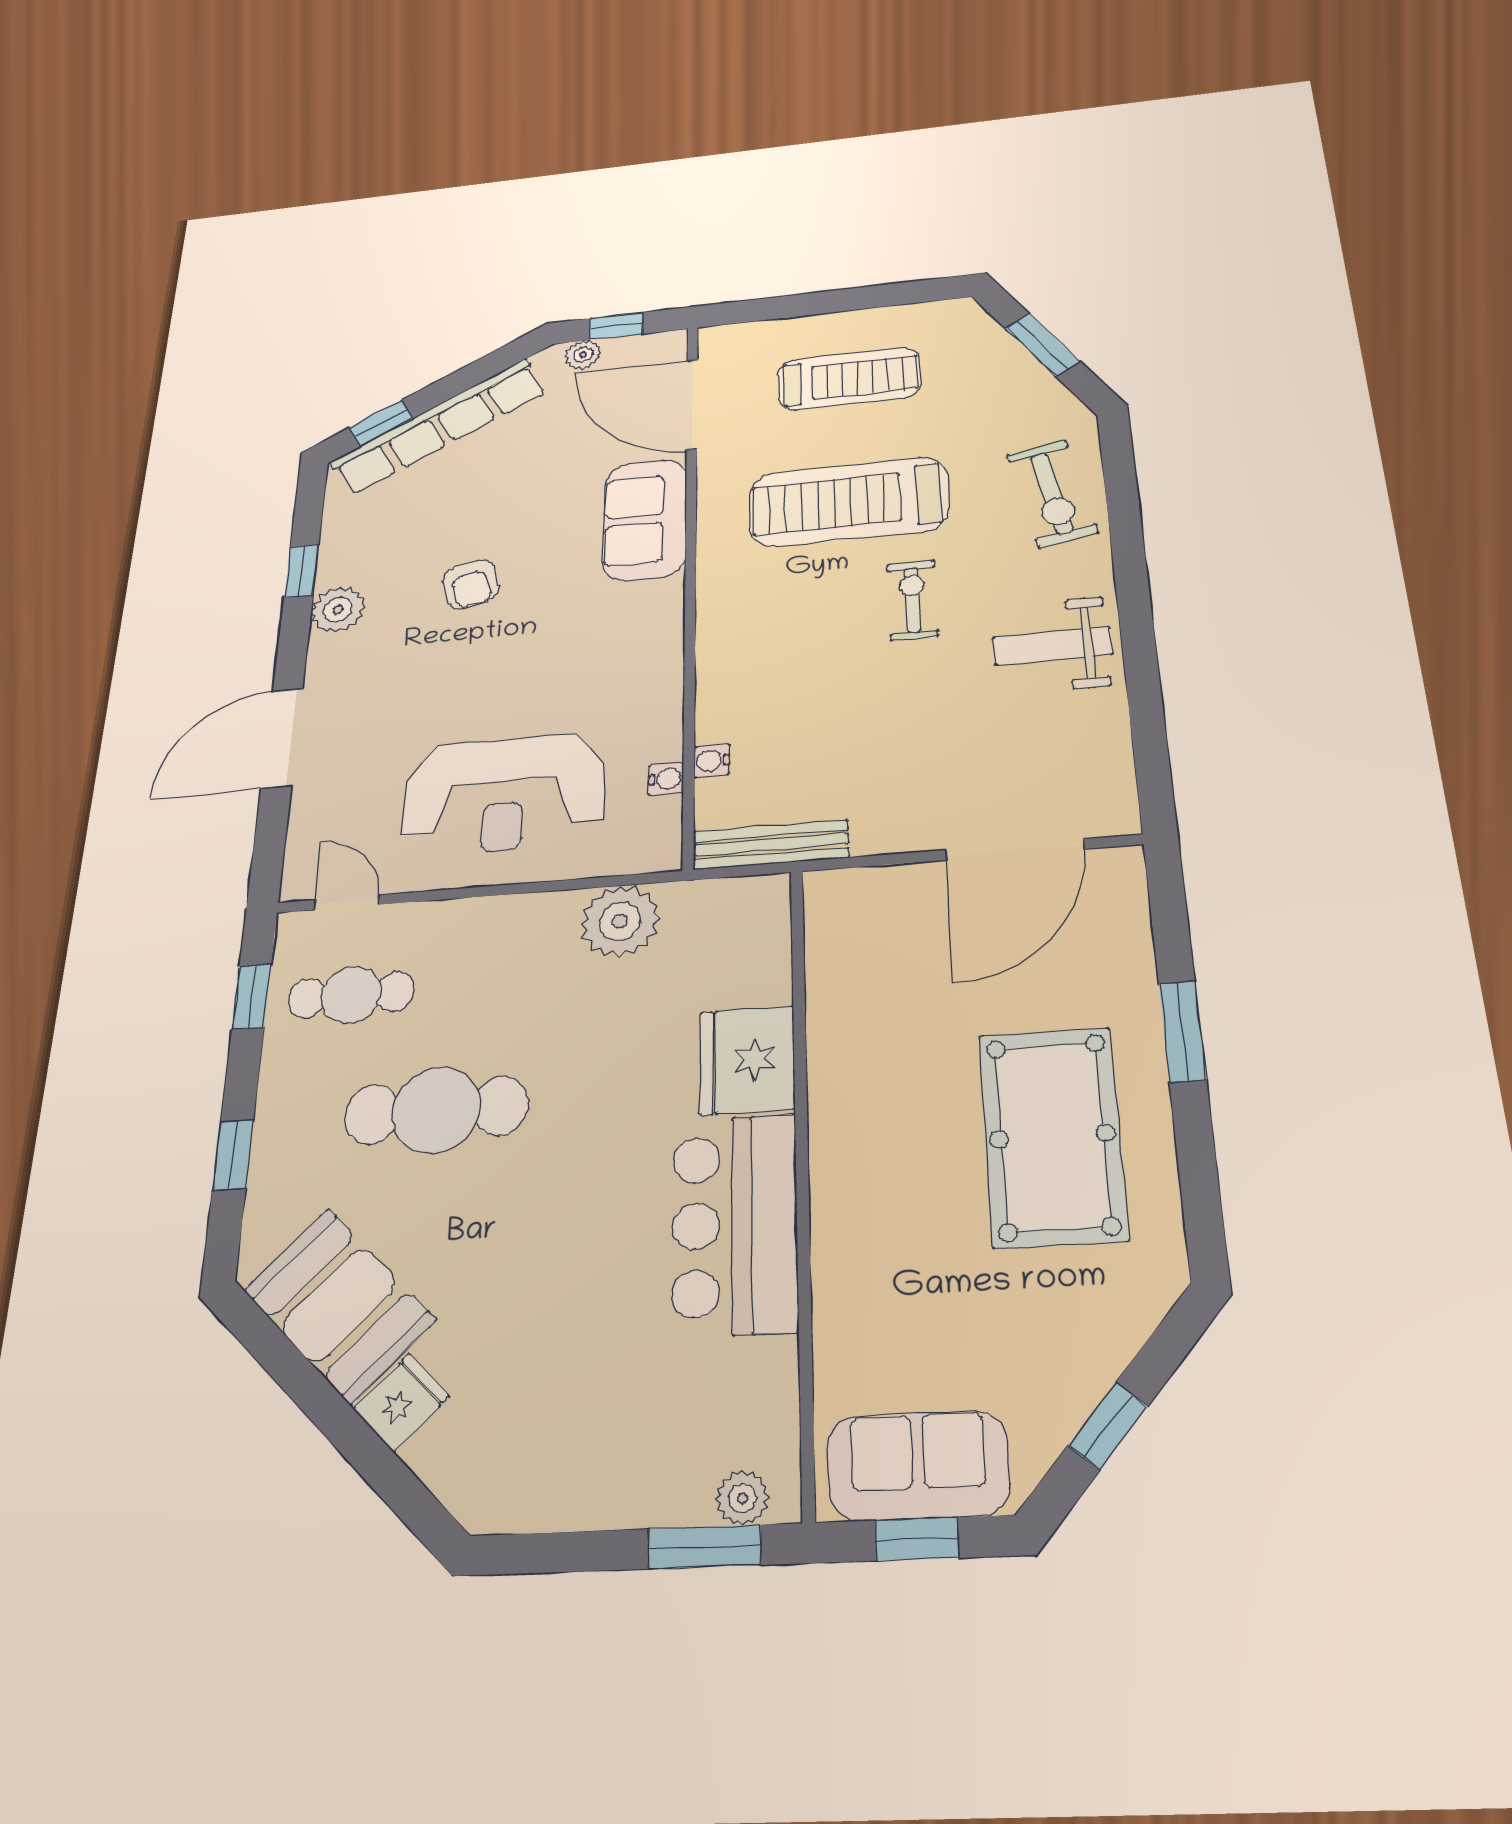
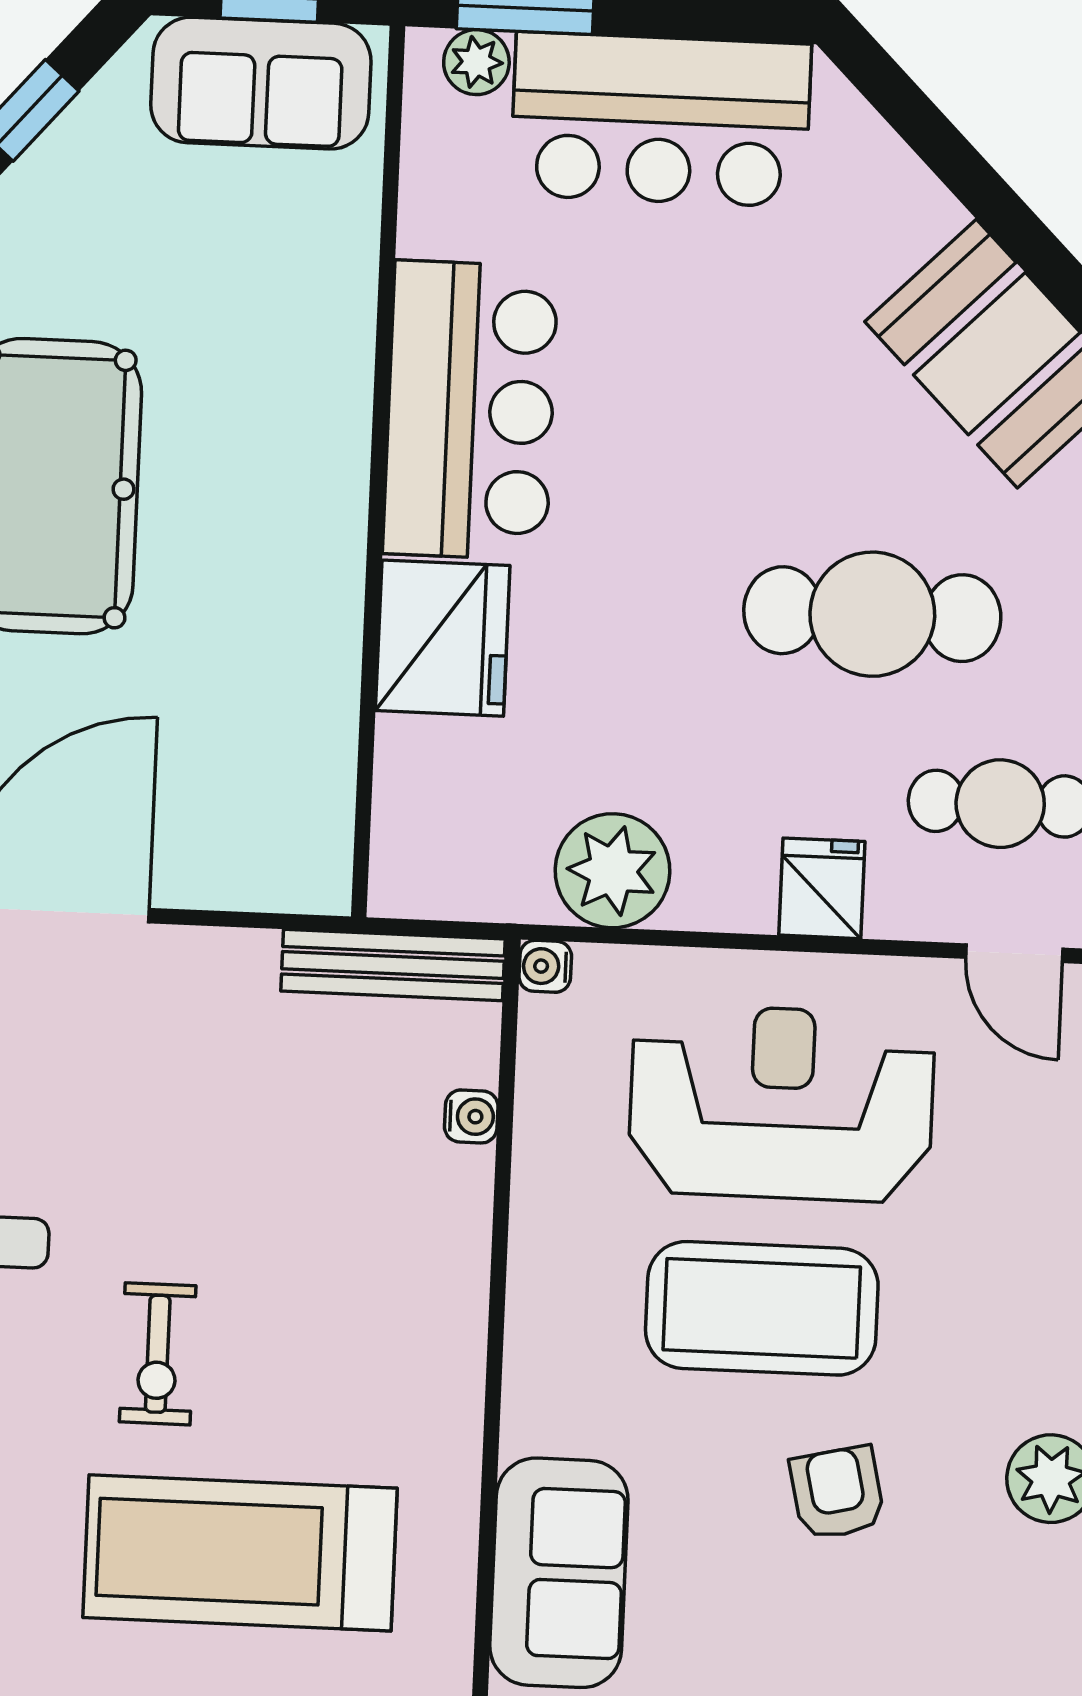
treadmill: (848, 502) -> (240, 1553), turned 180
coffee table: (517, 676) -> (762, 1308), added
water cooler: (666, 779) -> (545, 966), moved
fridge: (401, 1403) -> (822, 888), moved, turned 135
bar counter: (593, 1463) -> (661, 120), added

